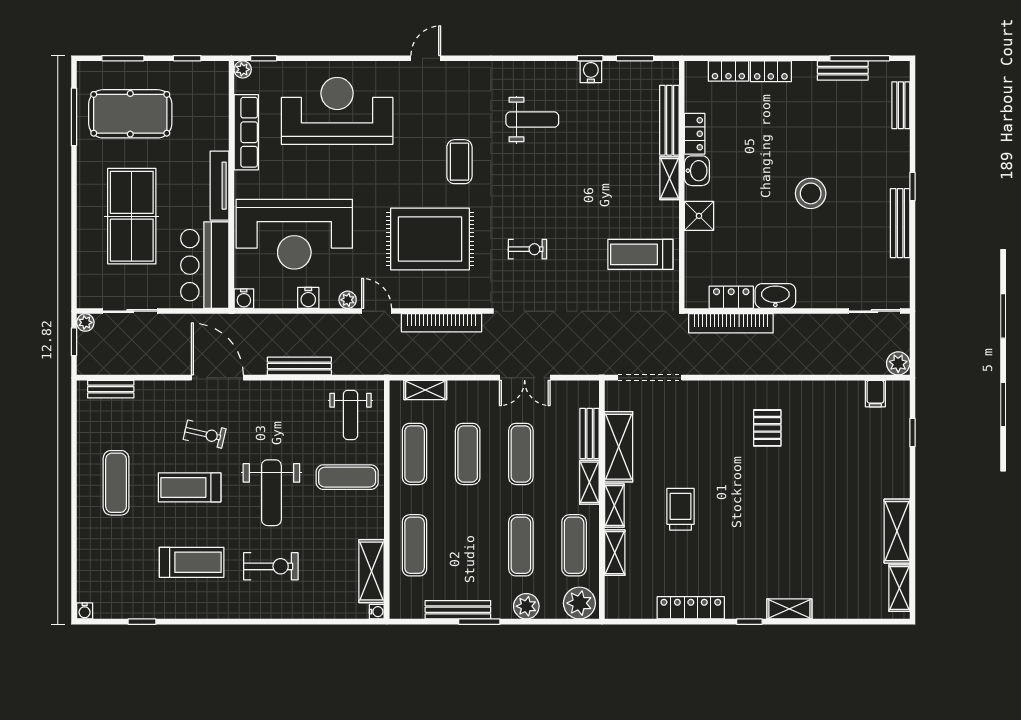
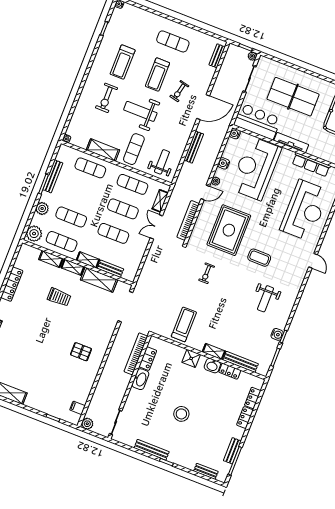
double door: (525, 378) -> (156, 227), moved
weight bench: (351, 415) -> (162, 162), turned 90
treadmill: (190, 487) -> (157, 75), turned 180
shelving: (371, 571) -> (103, 150), moved

